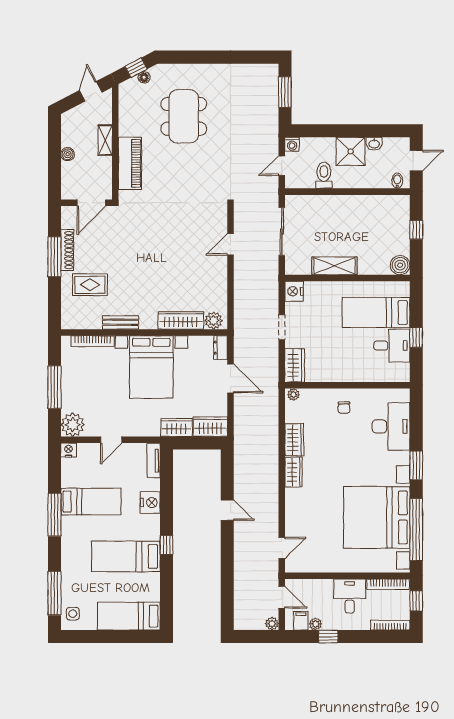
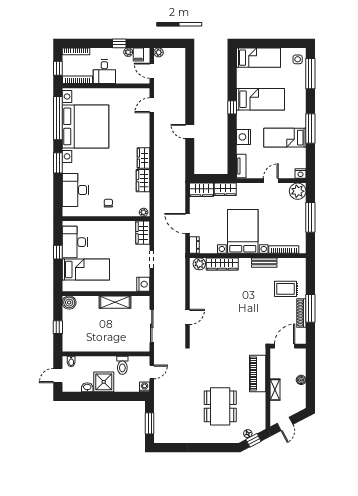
desk: (392, 346) -> (75, 242), width x1.37

